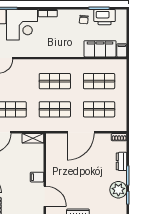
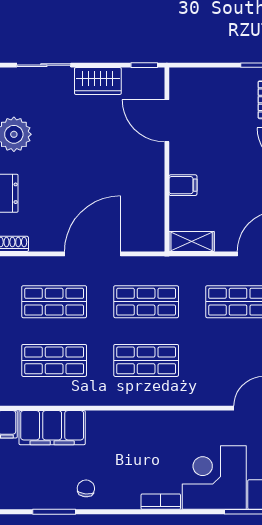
printer: (105, 17) -> (43, 494), removed
filing cabinet: (37, 177) -> (183, 185), moved

